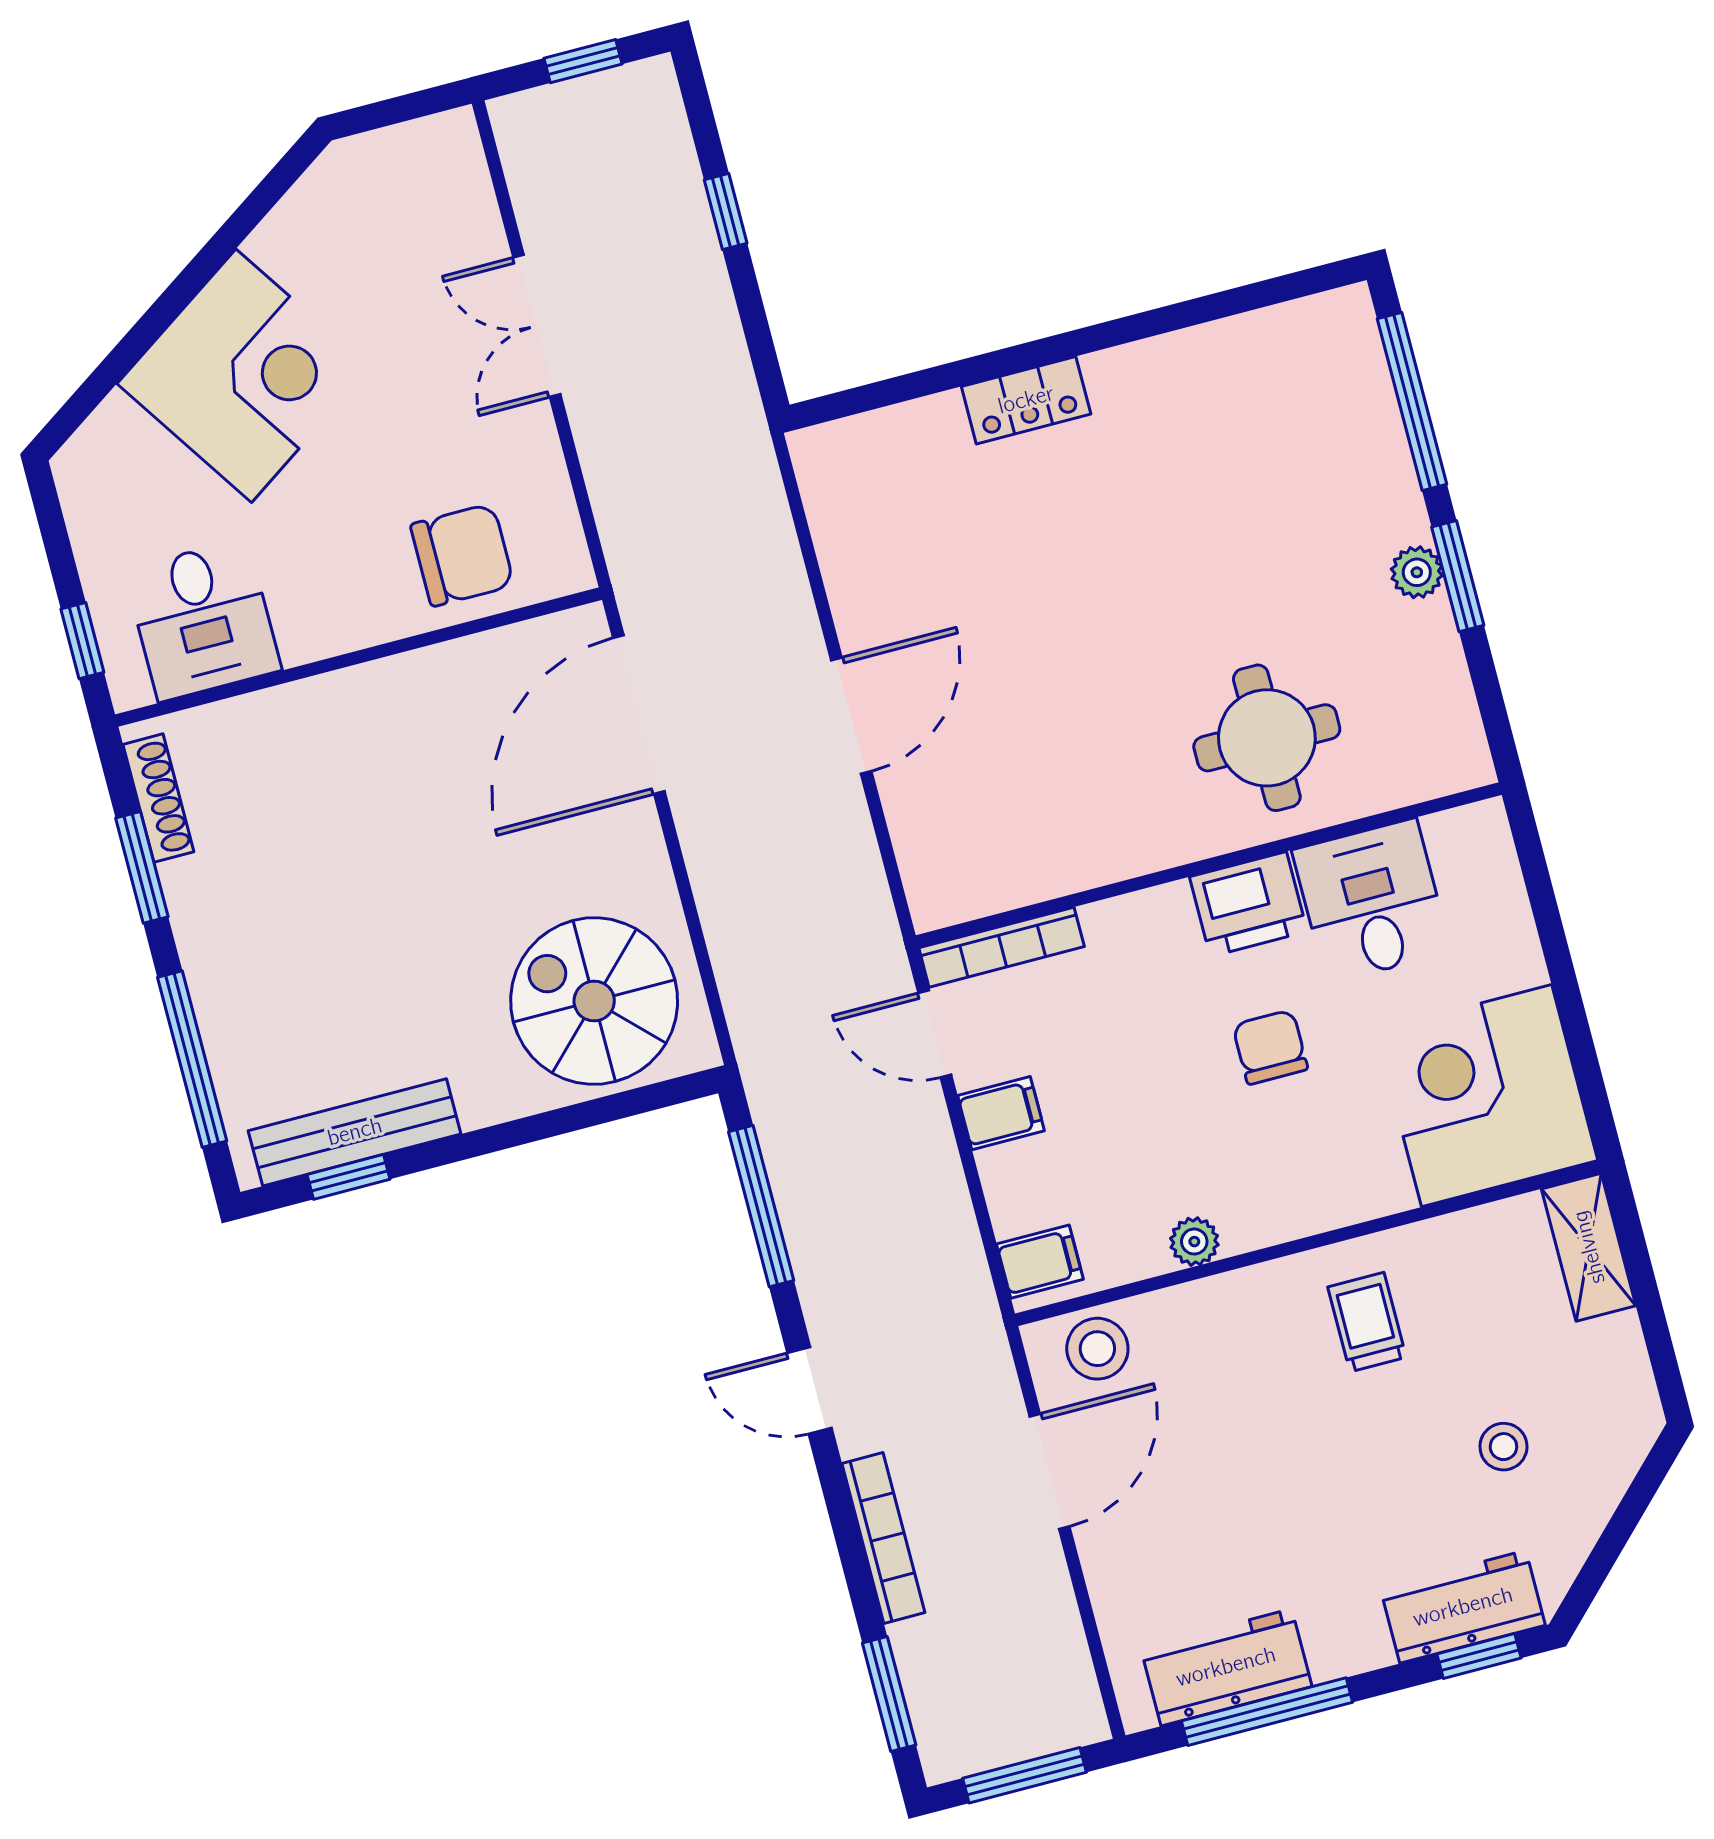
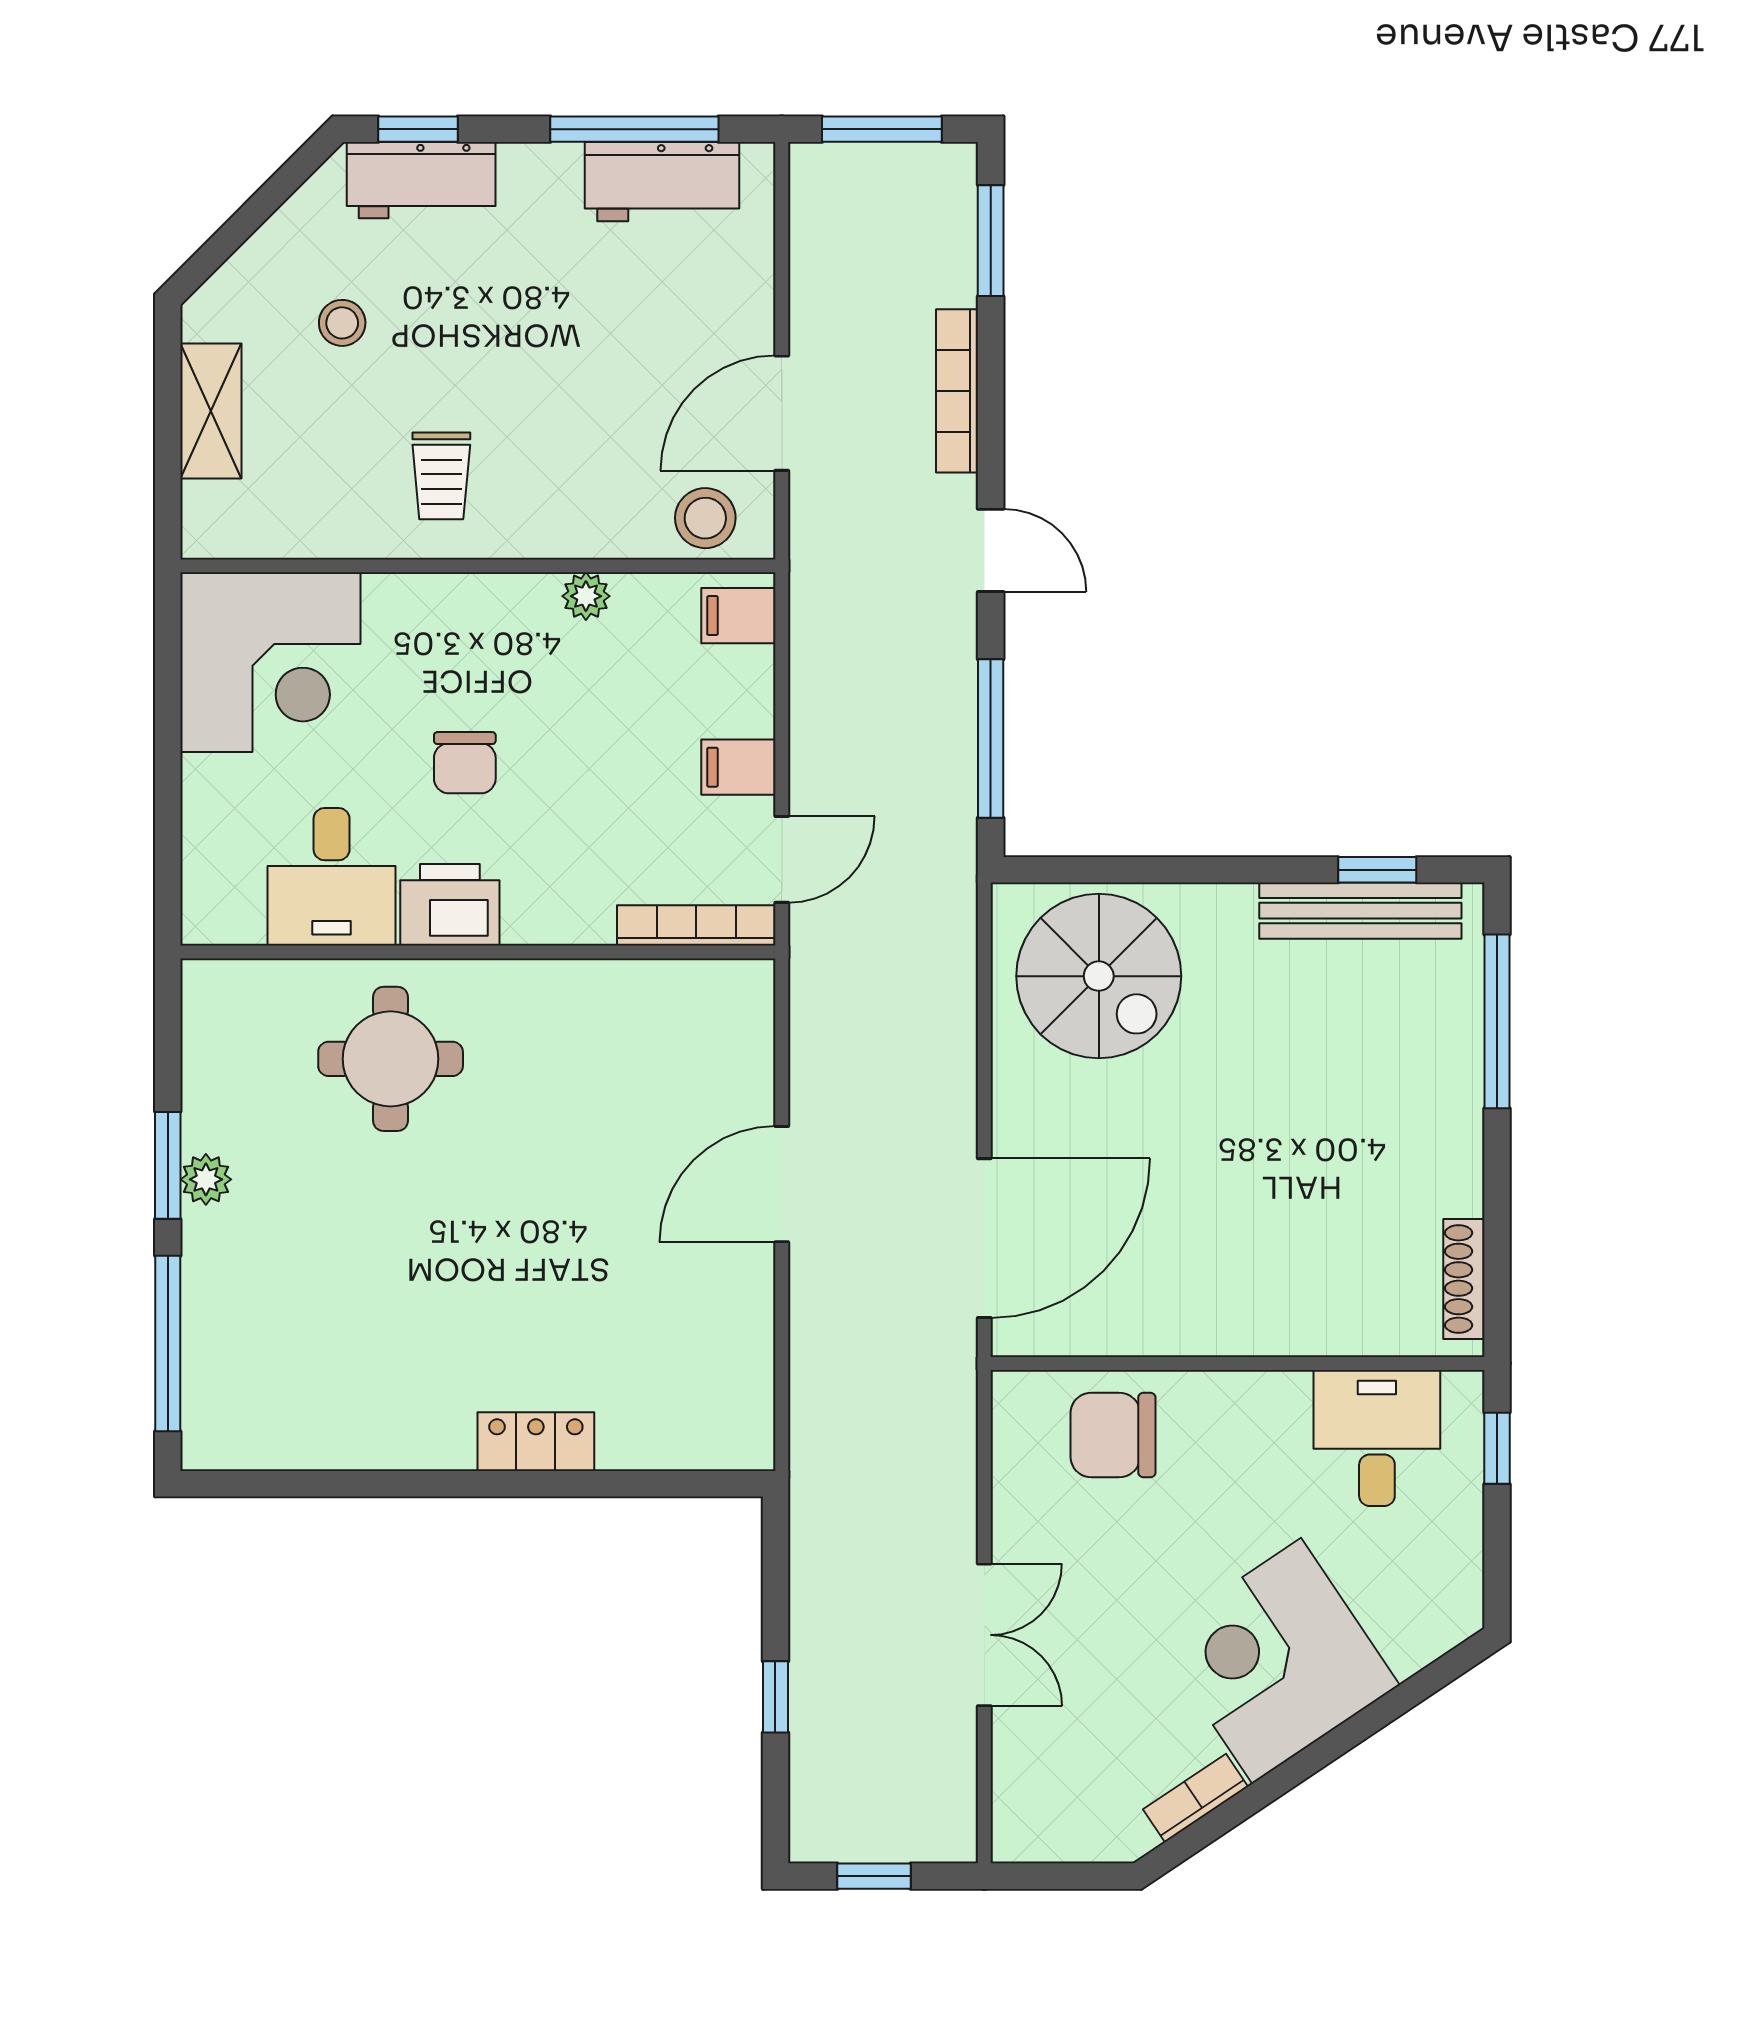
bookcase: (288, 220) -> (1196, 1798), added
window: (142, 867) -> (1497, 1217), removed
door: (935, 1034) -> (782, 859), hinge flipped
shelving: (1589, 1247) -> (211, 411), moved

